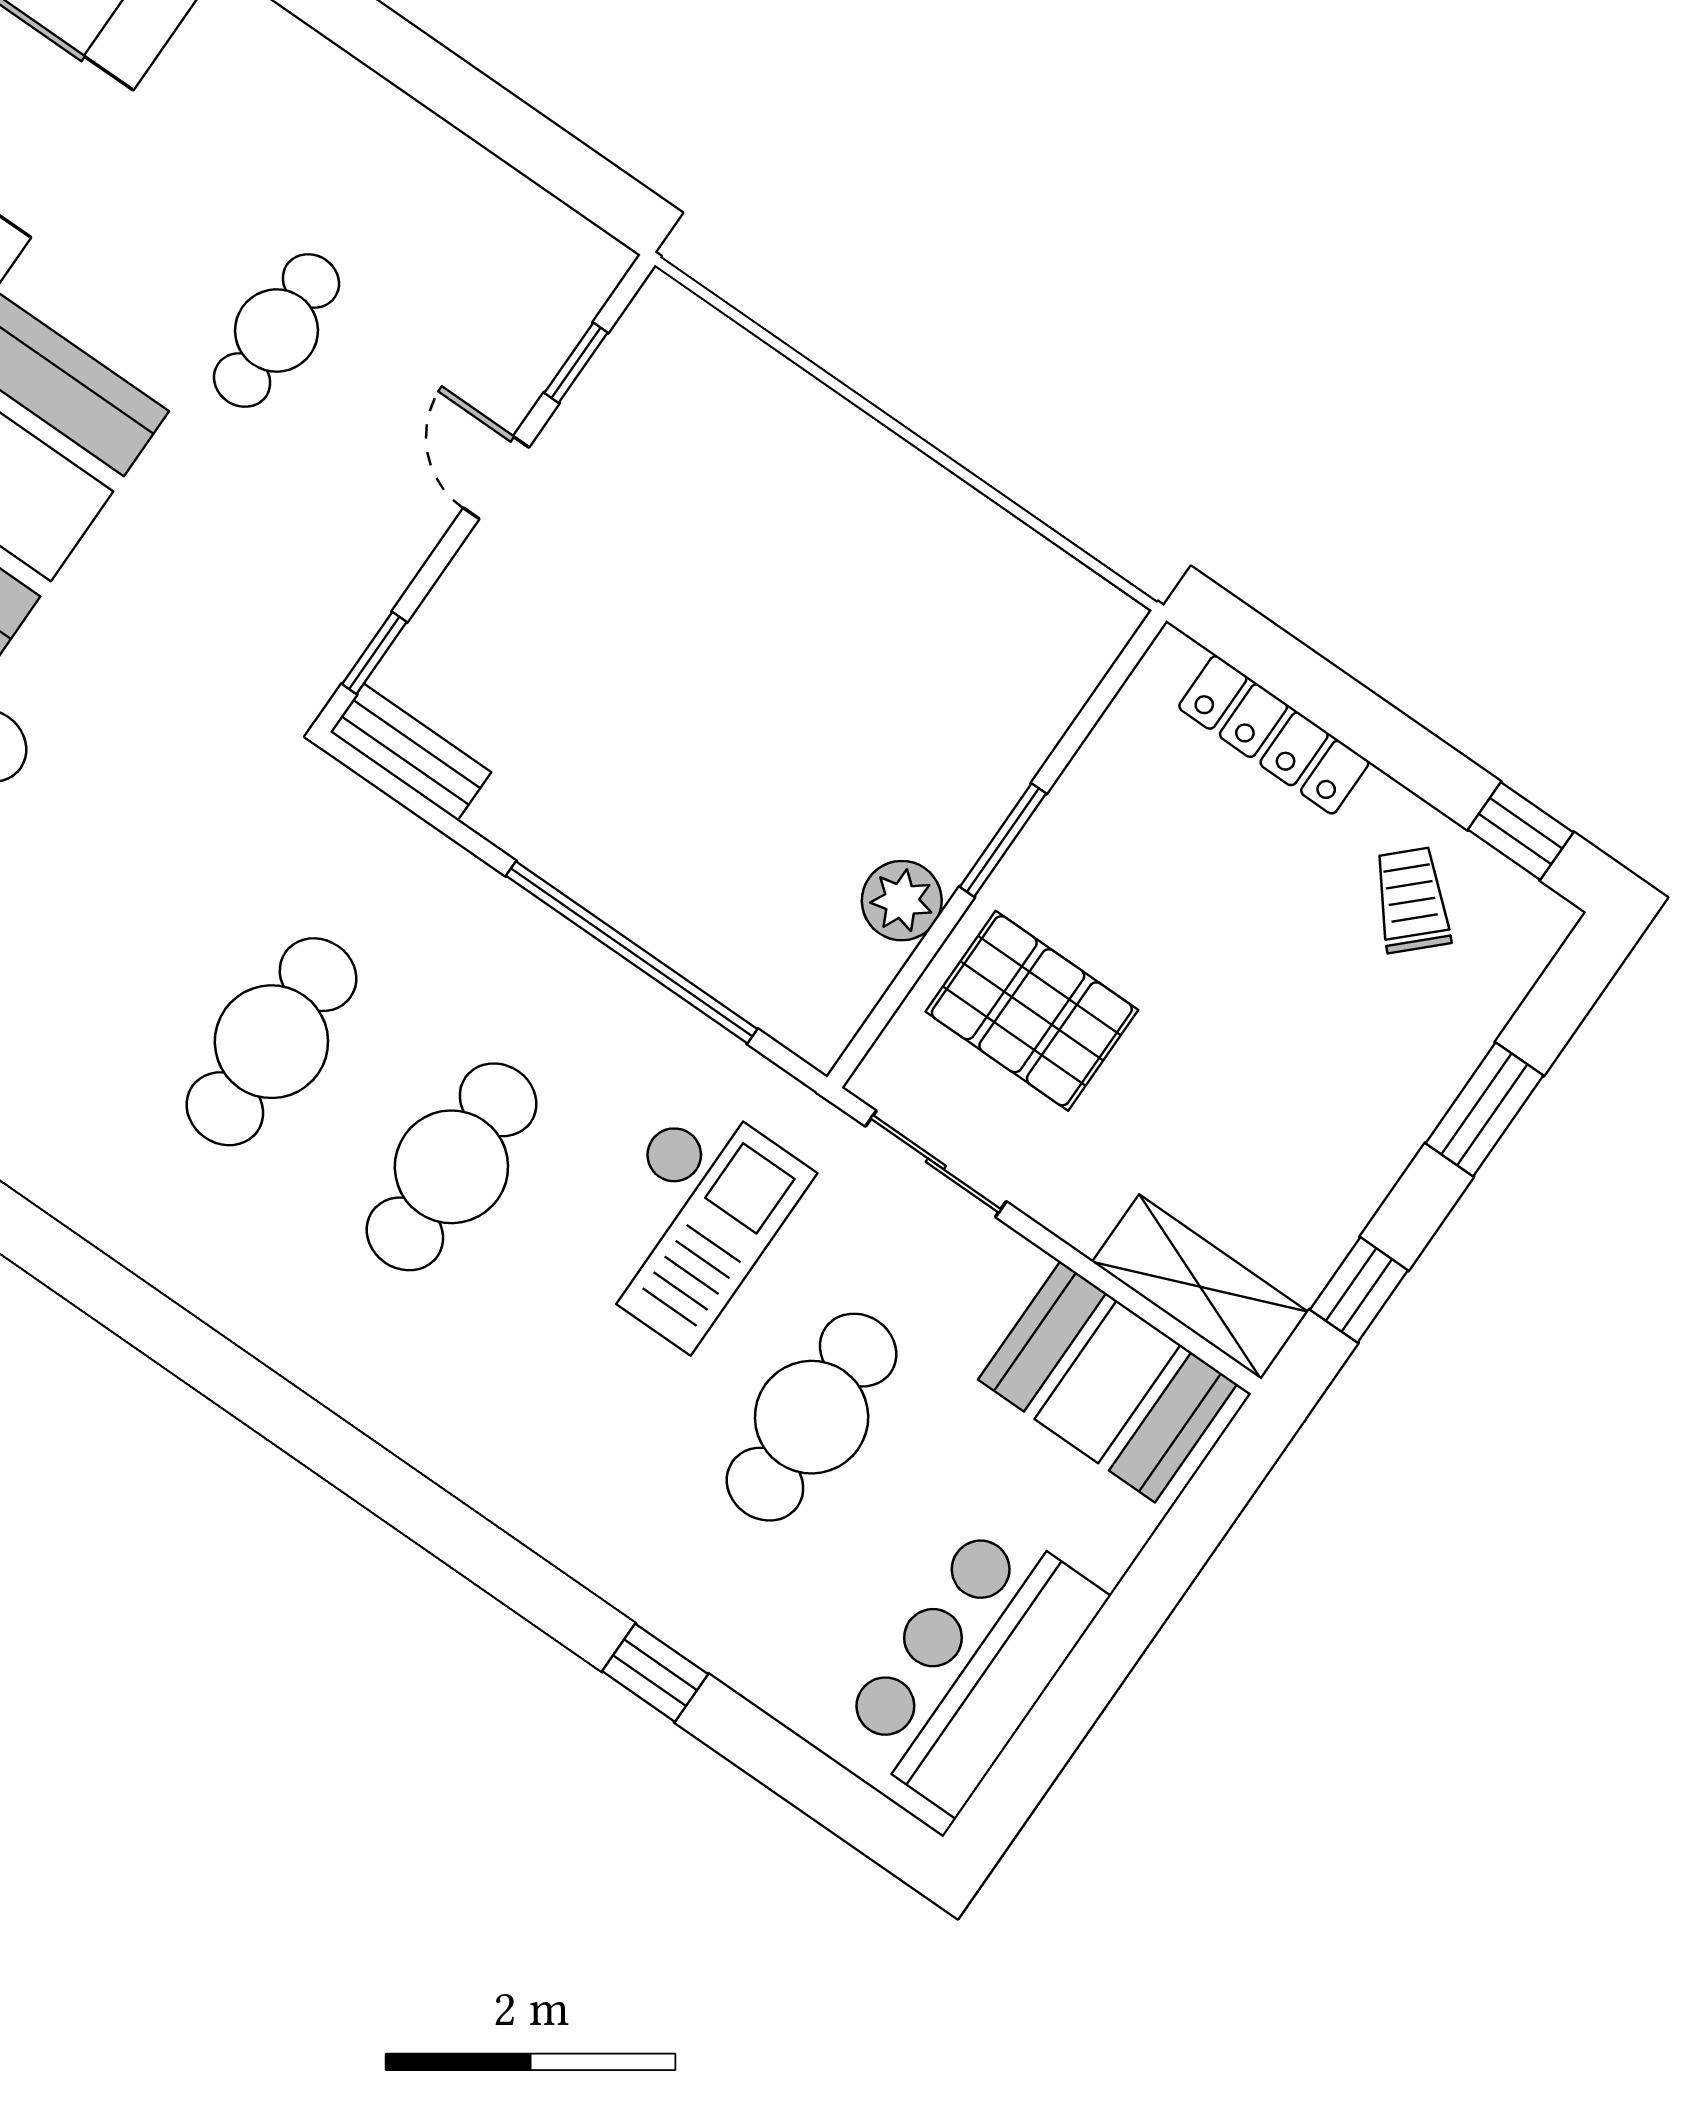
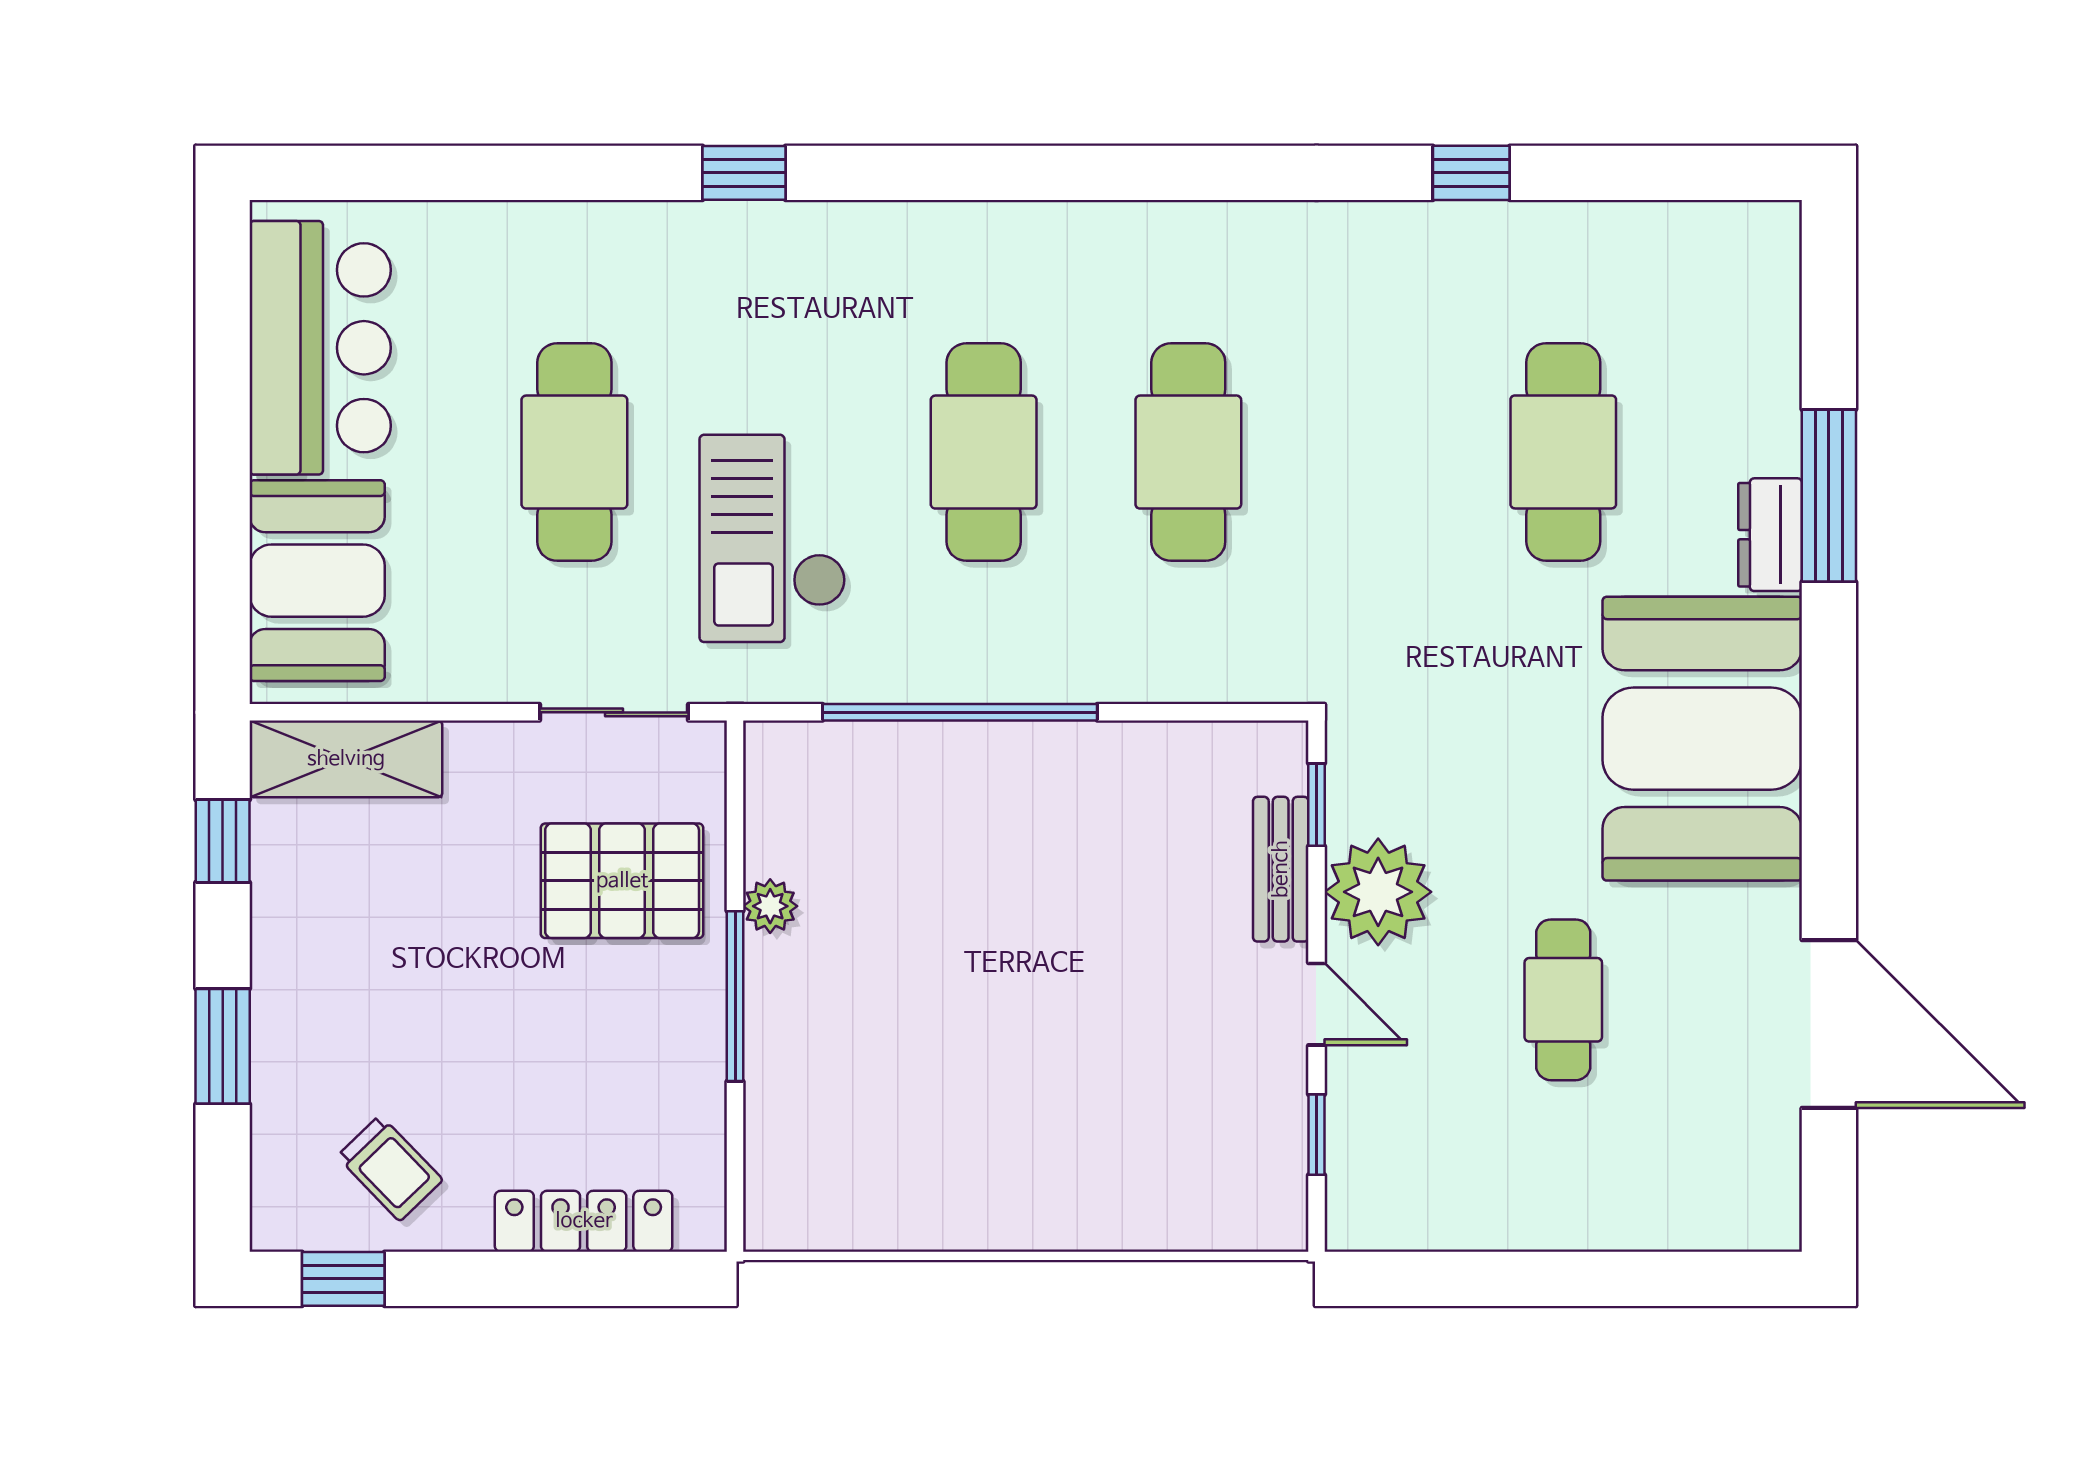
plant: (373, 539) -> (1378, 892), added
bench: (411, 752) -> (1281, 869), moved, turned 90
window: (1003, 840) -> (735, 996), width x1.44
plant: (902, 901) -> (770, 906), width x0.73, depth x0.73
booth: (1108, 1382) -> (317, 581), moved, turned 90
window: (655, 1673) -> (744, 173), moved

